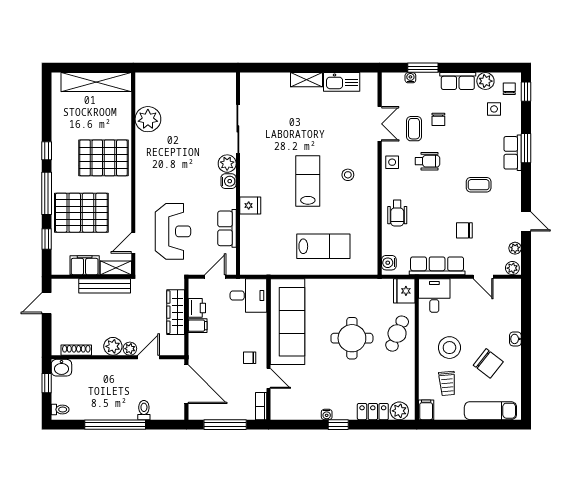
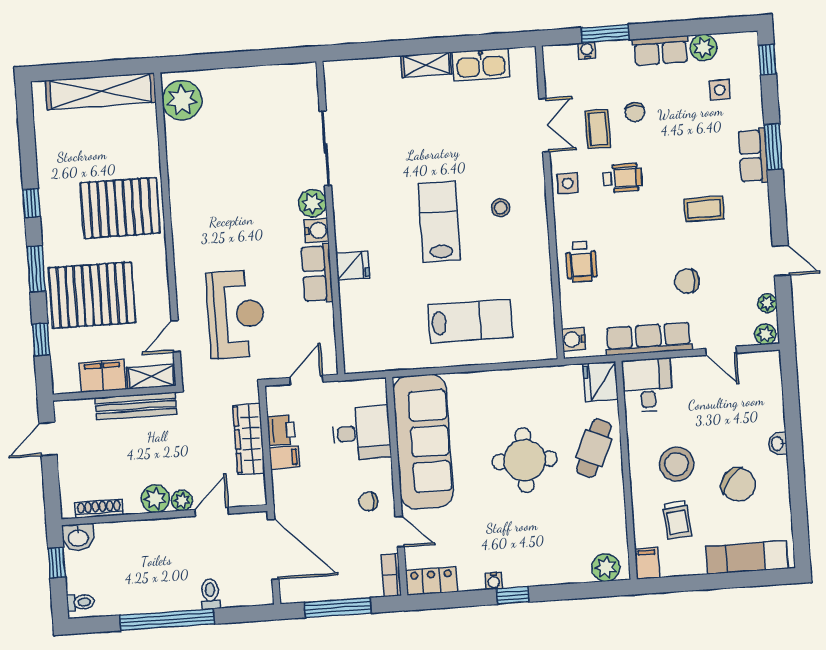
chair: (509, 89) -> (741, 57), removed
plant: (148, 119) -> (182, 100), moved
window: (47, 193) -> (36, 269), width x0.69
row of seats: (227, 228) -> (317, 273), moved
desk: (248, 296) -> (362, 433), moved
locker: (373, 412) -> (431, 581), moved

